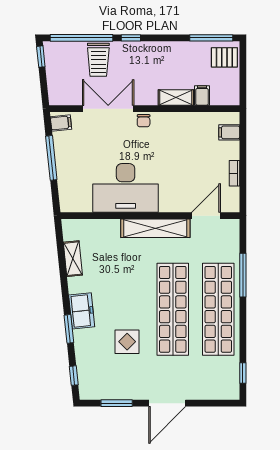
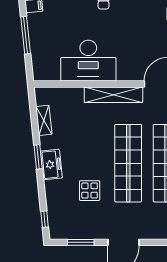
window: (69, 329) -> (38, 157), moved

